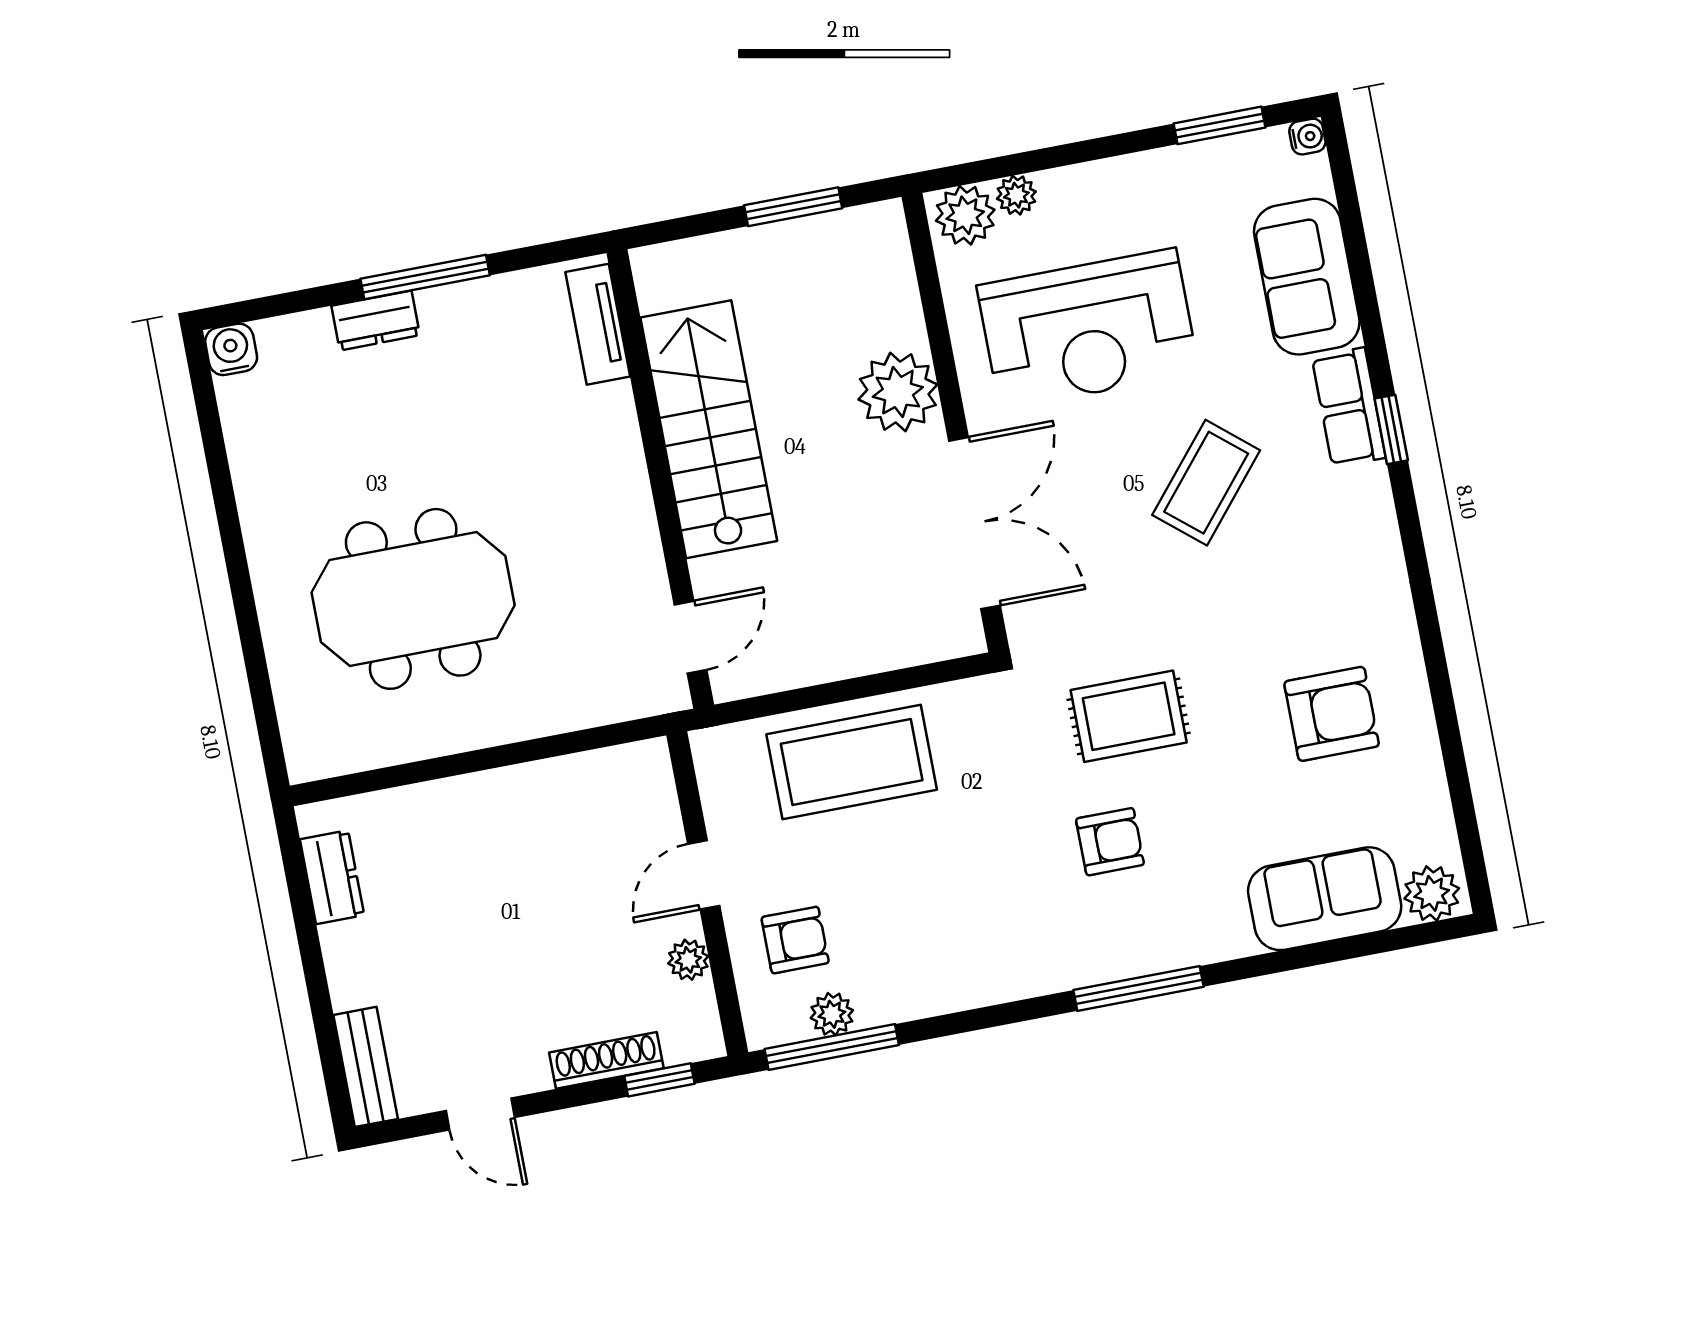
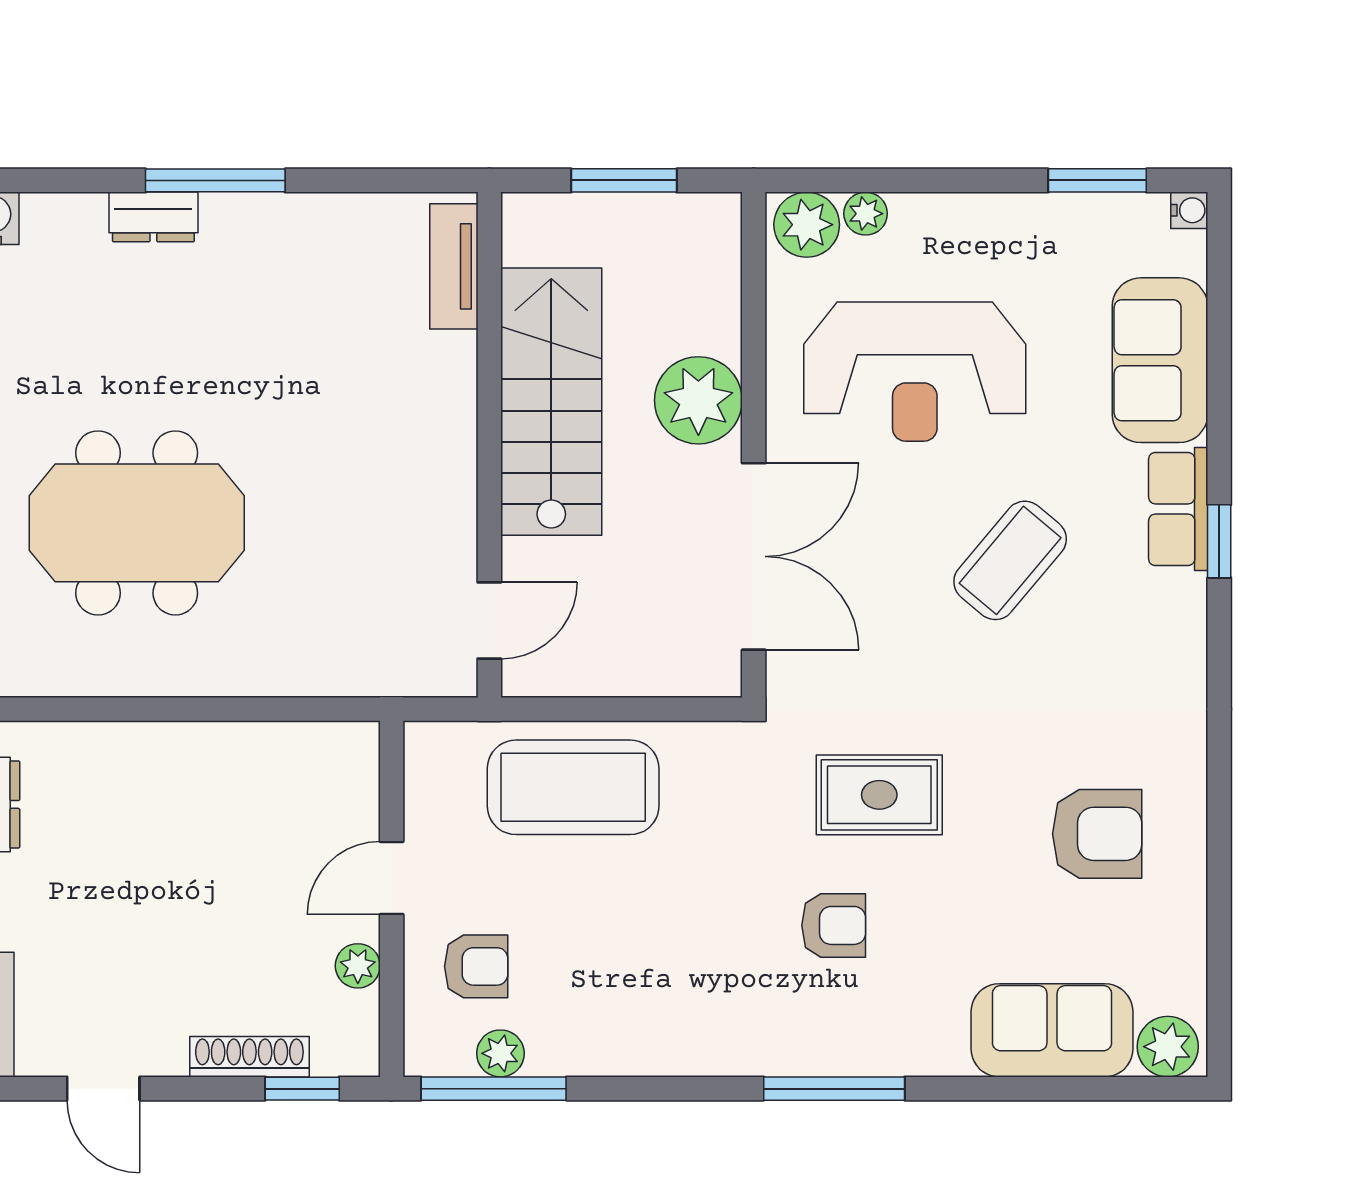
tv unit: (598, 324) -> (454, 266), moved
stairs: (709, 429) -> (551, 402), moved
wall: (660, 479) -> (489, 445), moved
door: (691, 637) -> (489, 621), moved

